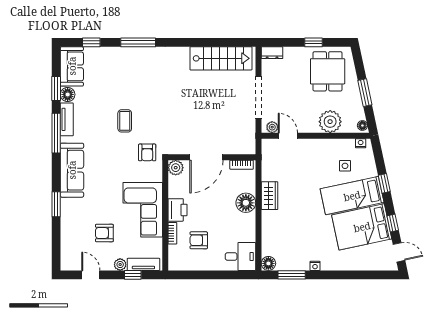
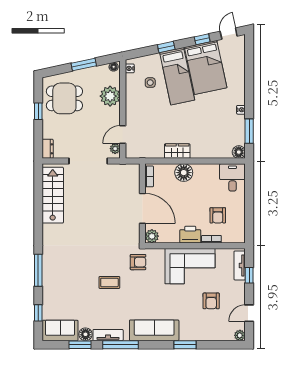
plant: (120, 265) -> (240, 335), moved

